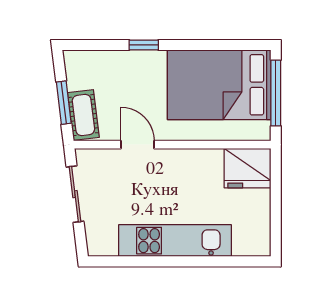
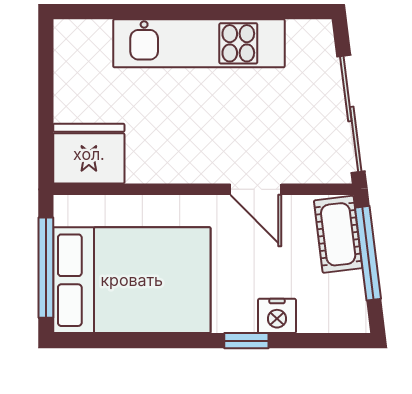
nightstand: (124, 61) -> (277, 316), added
window: (64, 103) -> (368, 253), width x1.44
sliding door: (75, 194) -> (351, 114), width x1.37

